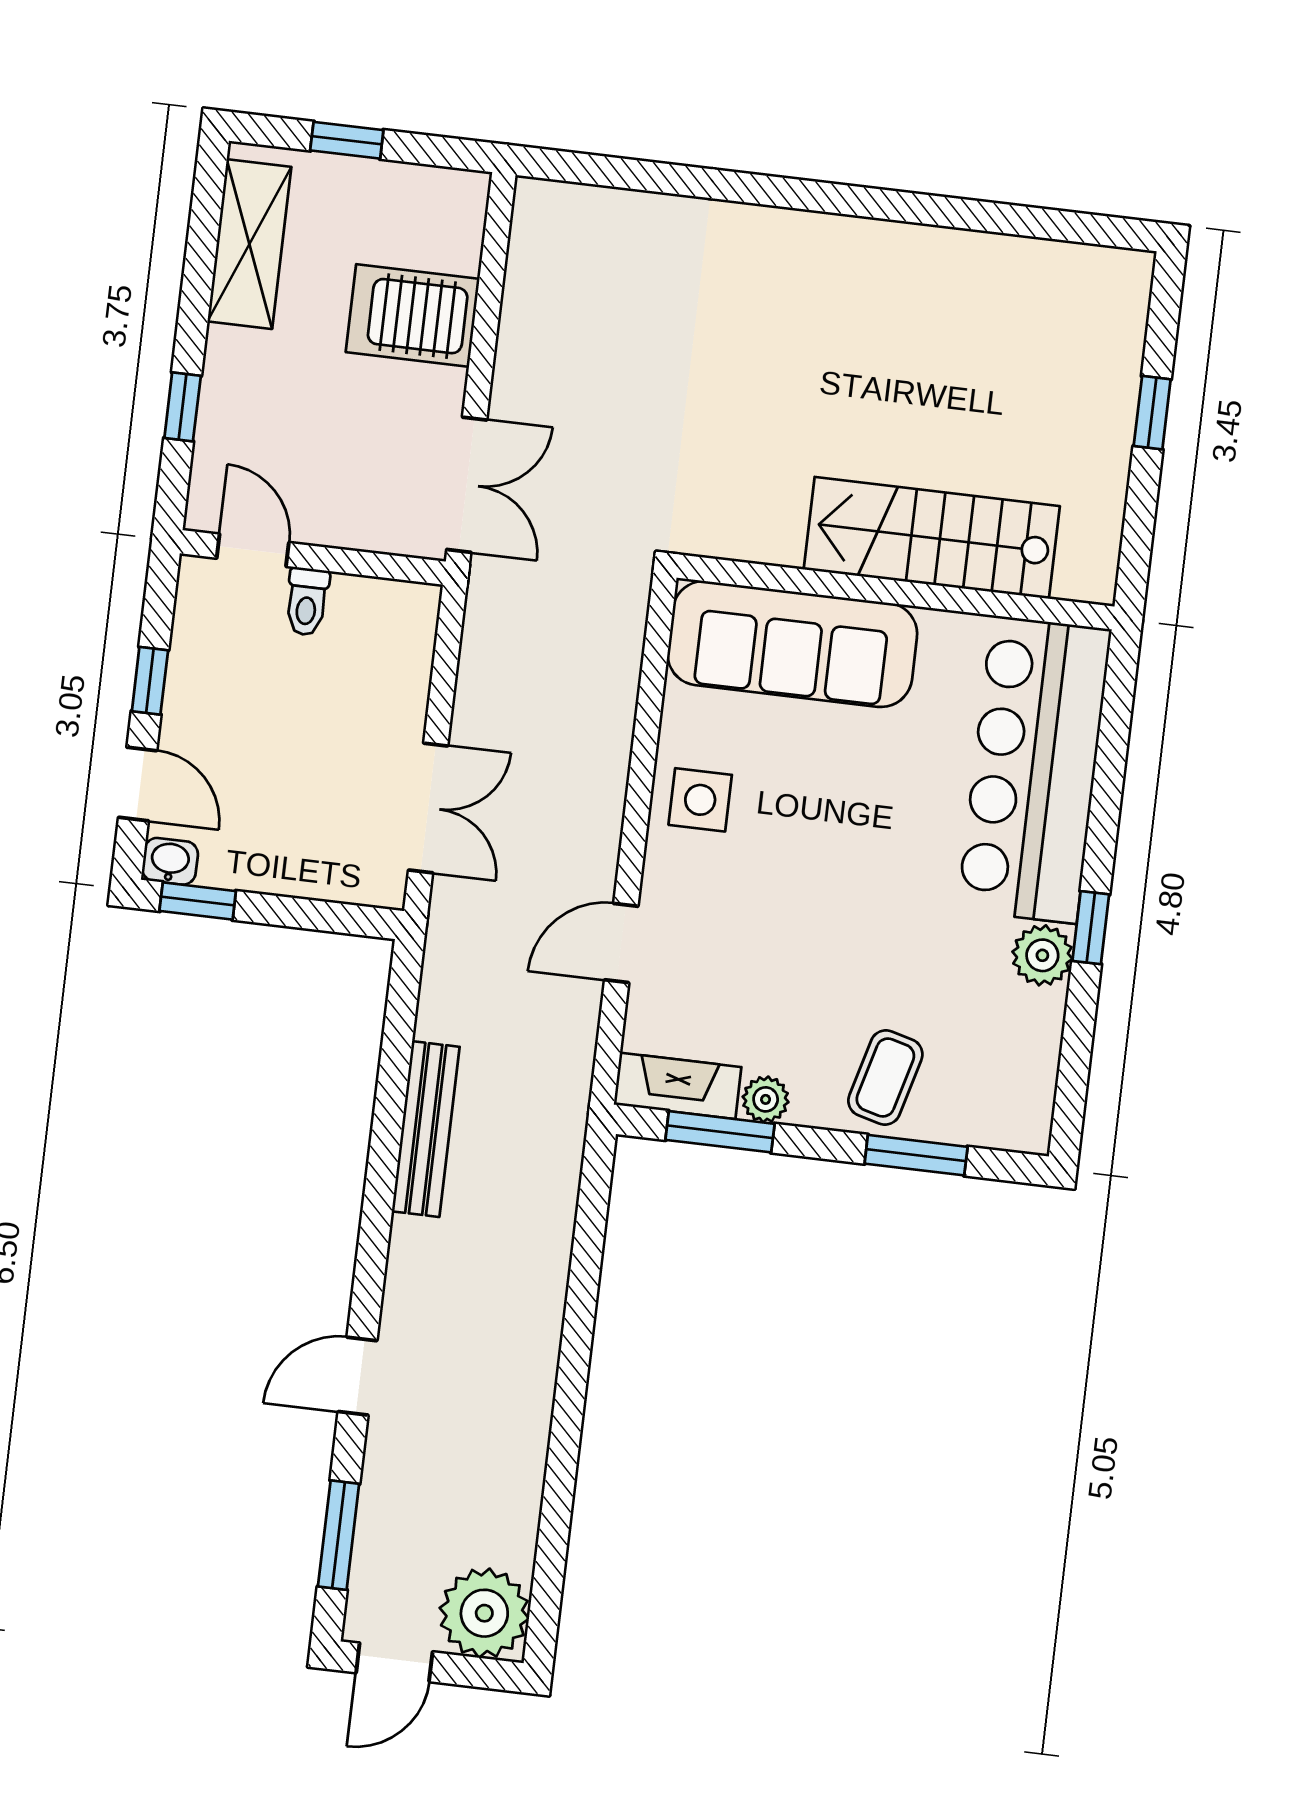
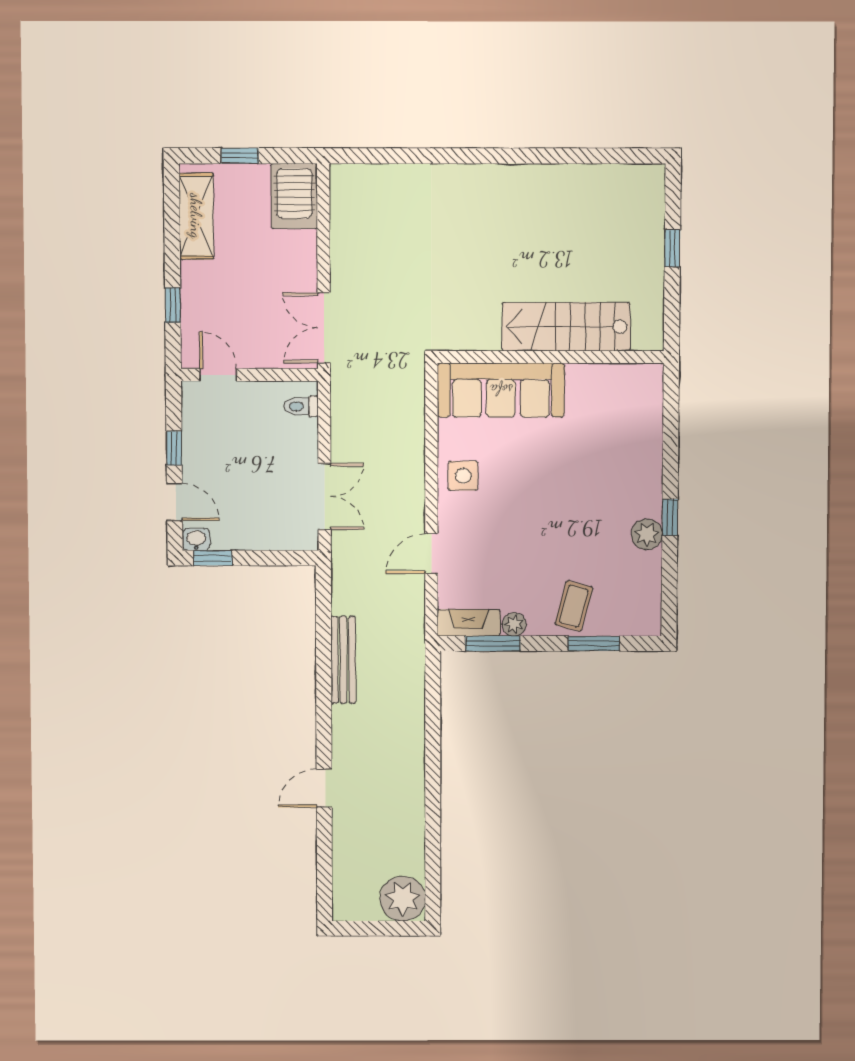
server rack: (413, 315) -> (294, 196), moved, turned -90
double door: (467, 485) -> (324, 328), swing flipped
toilet: (307, 602) -> (301, 406), moved, turned 90
bar counter: (1034, 770) -> (632, 440), removed
window: (339, 1535) -> (324, 869), removed
door: (394, 1662) -> (360, 928), removed

